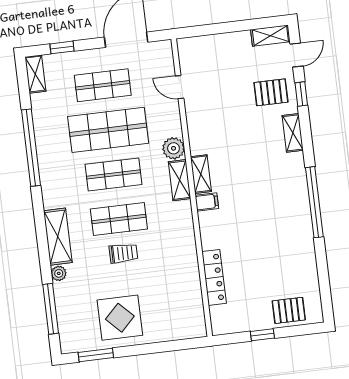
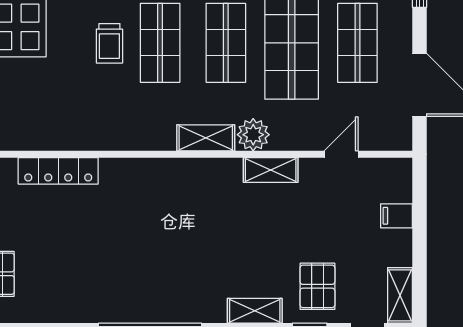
shelving: (201, 174) -> (271, 170), moved
filing cabinet: (207, 202) -> (397, 216), moved, turned 90

